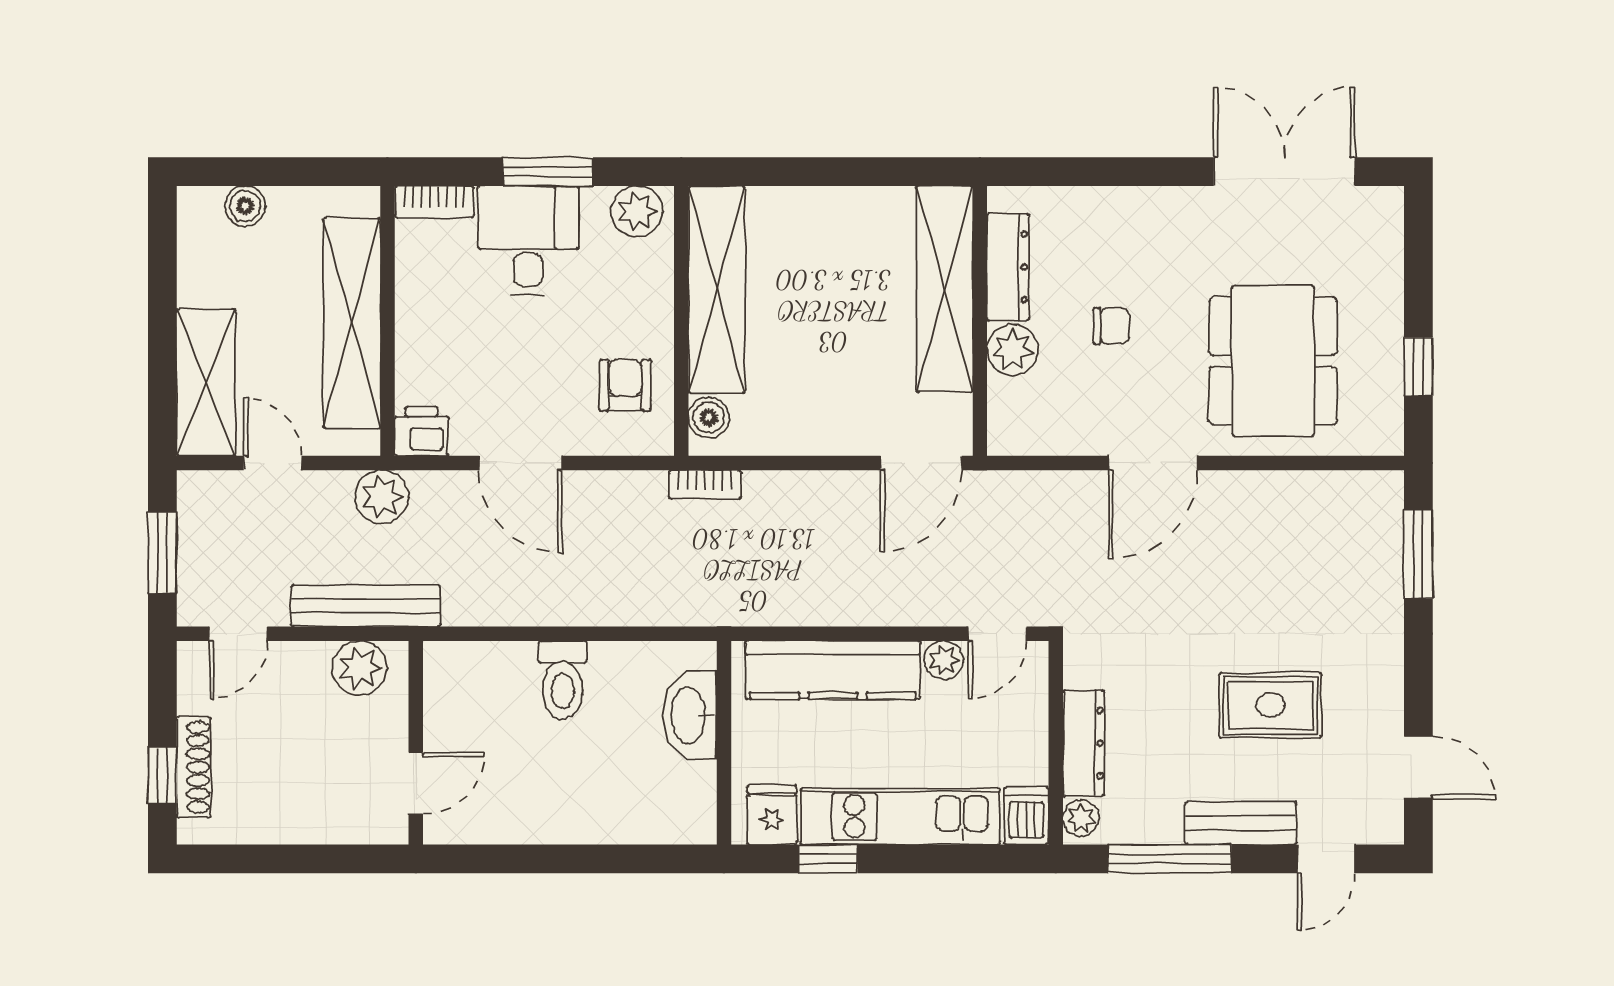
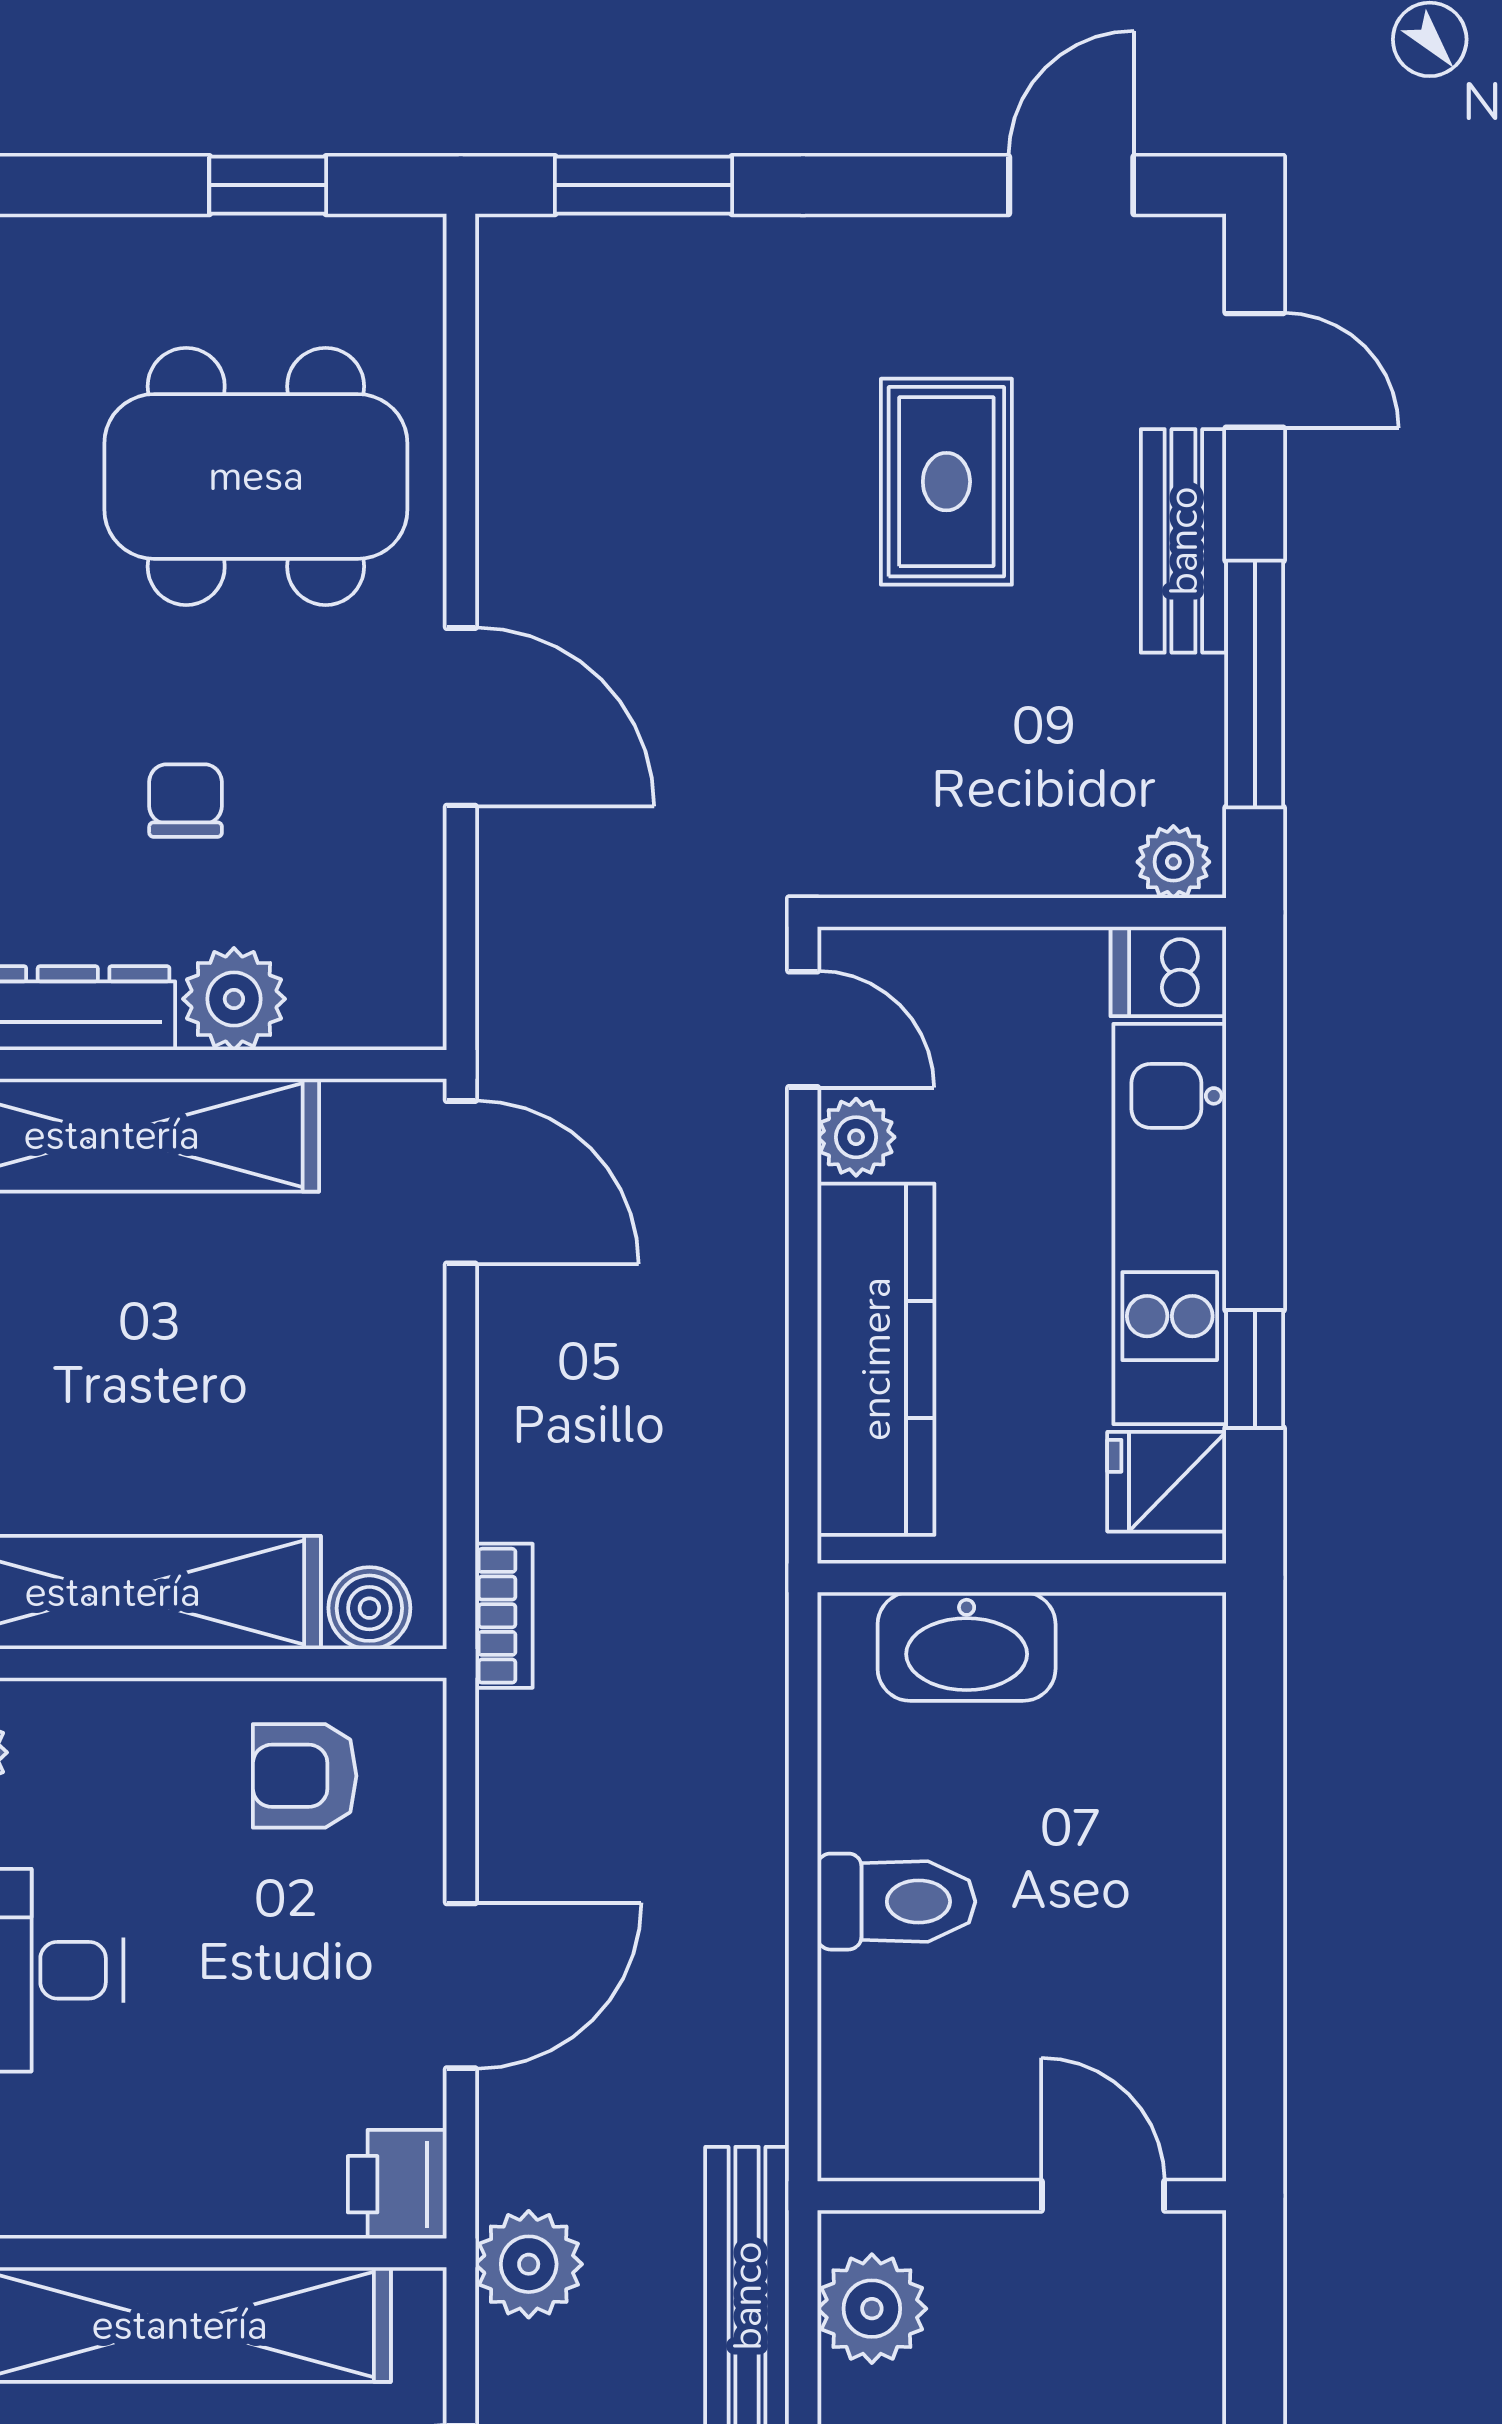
dresser: (1084, 743) -> (1023, 856), removed

